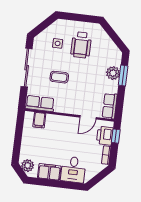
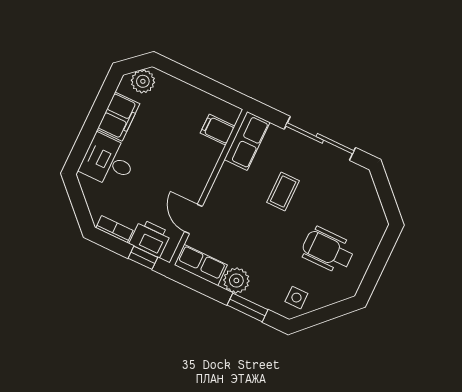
side table: (58, 43) -> (296, 298), moved
plant: (113, 73) -> (236, 280), moved

